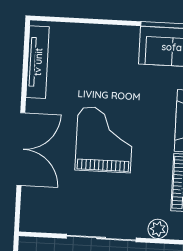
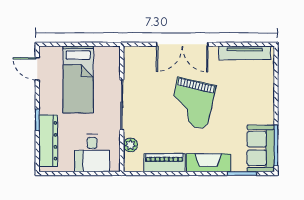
grand piano: (104, 140) -> (192, 103), turned 103

